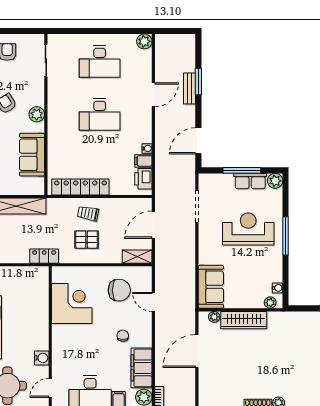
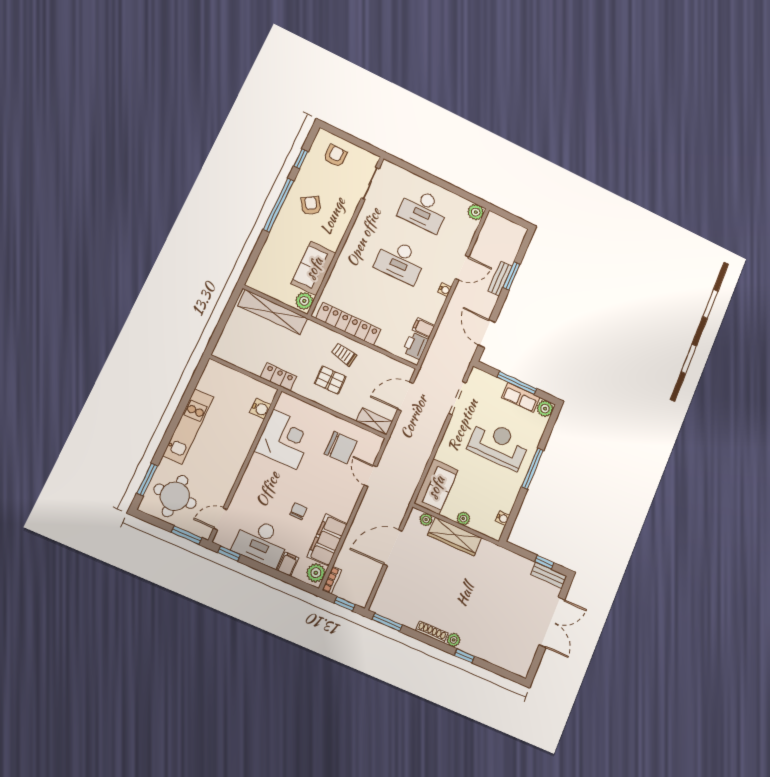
plant: (37, 114) -> (304, 301), moved
door: (198, 141) -> (487, 334), hinge flipped
water cooler: (147, 148) -> (445, 290), moved
plant: (270, 303) -> (463, 519), moved
chair: (123, 336) -> (298, 511), moved
water cooler: (42, 358) -> (260, 409), moved

